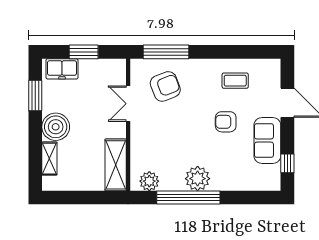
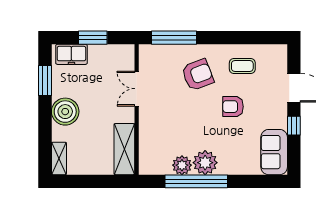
armchair: (165, 86) -> (198, 75), moved
sofa: (267, 141) -> (274, 152), moved
shelving: (49, 159) -> (59, 158), moved
window: (287, 163) -> (294, 126), moved
plant: (149, 181) -> (182, 165), moved

